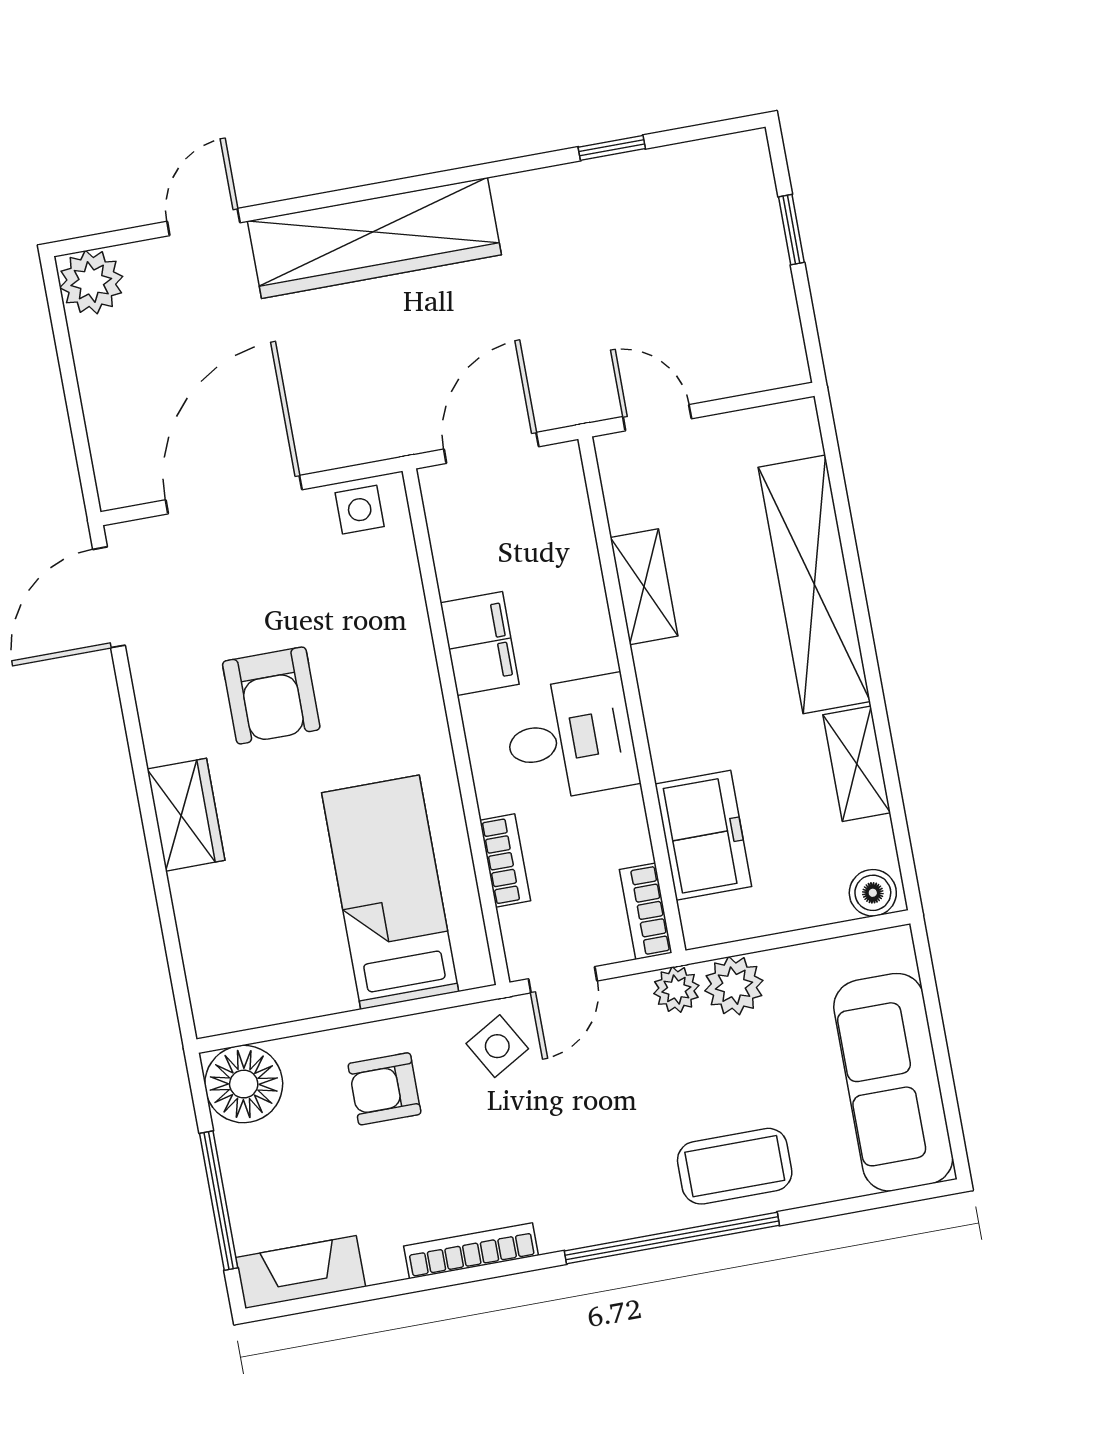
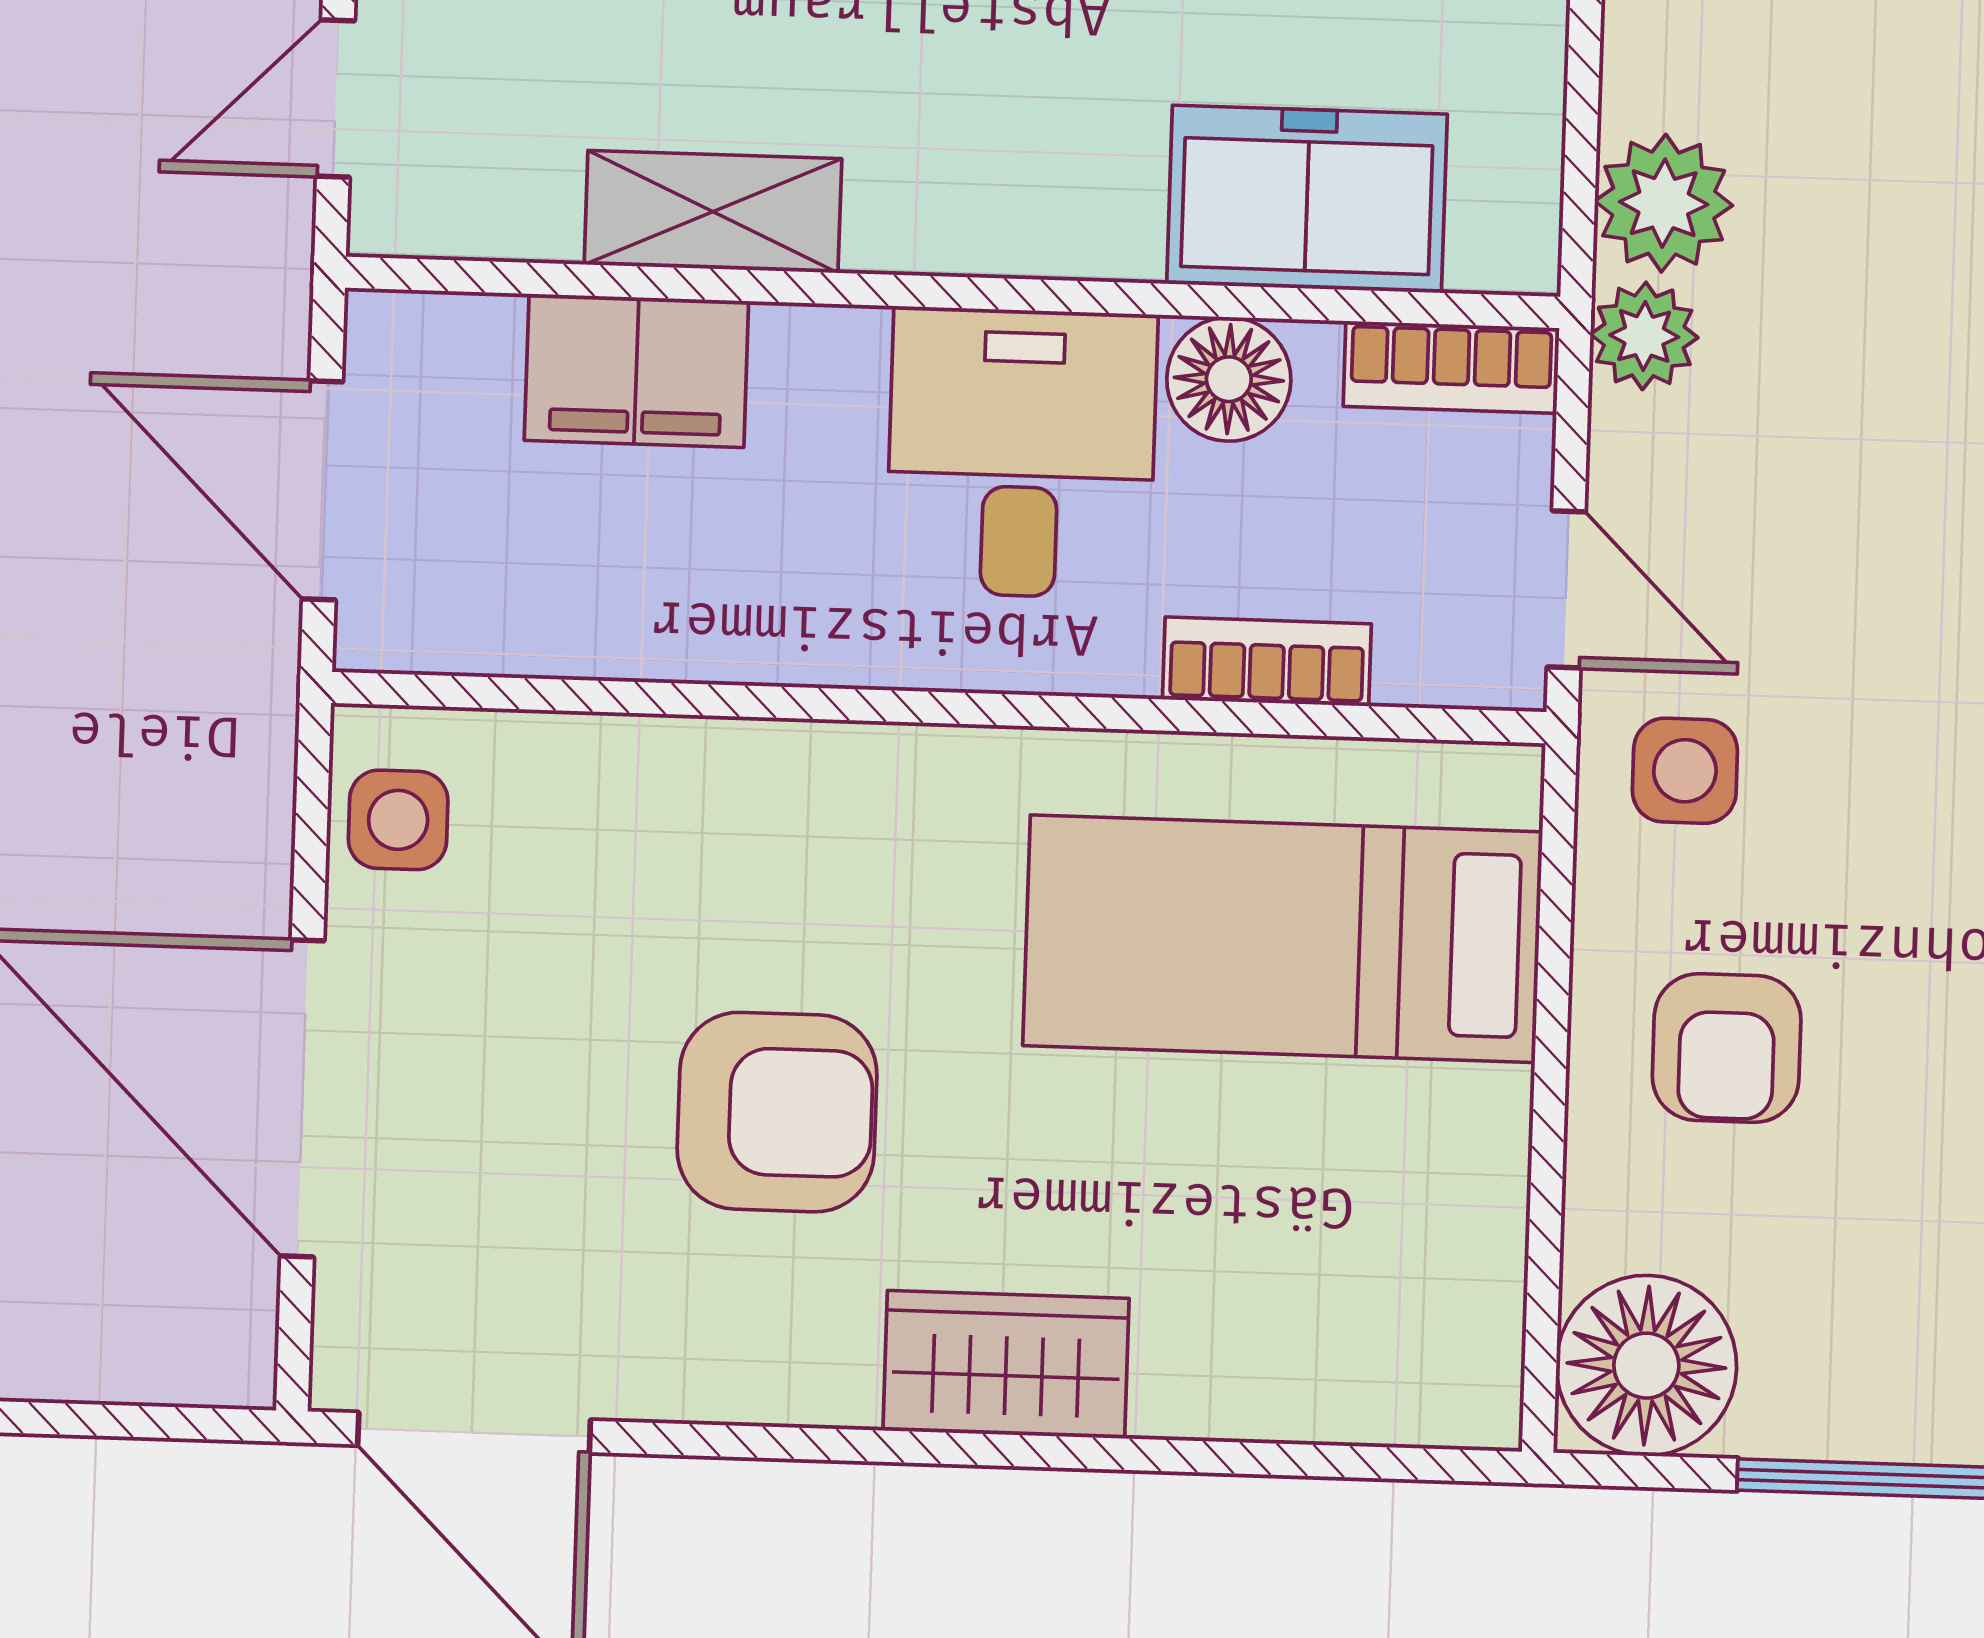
filing cabinet: (480, 644) -> (636, 371), moved, turned 180
floor lamp: (620, 819) -> (1229, 379), added
side table: (497, 1046) -> (1685, 771), turned 30

